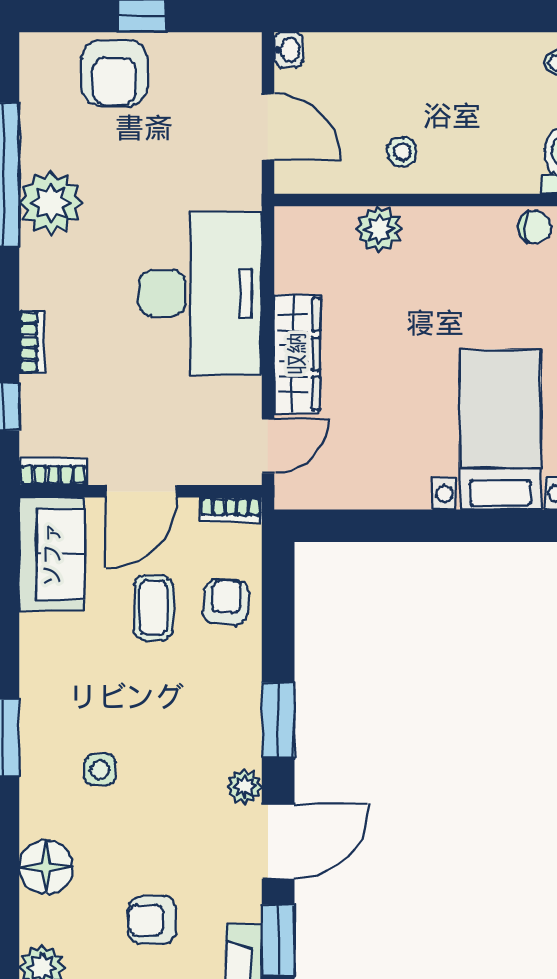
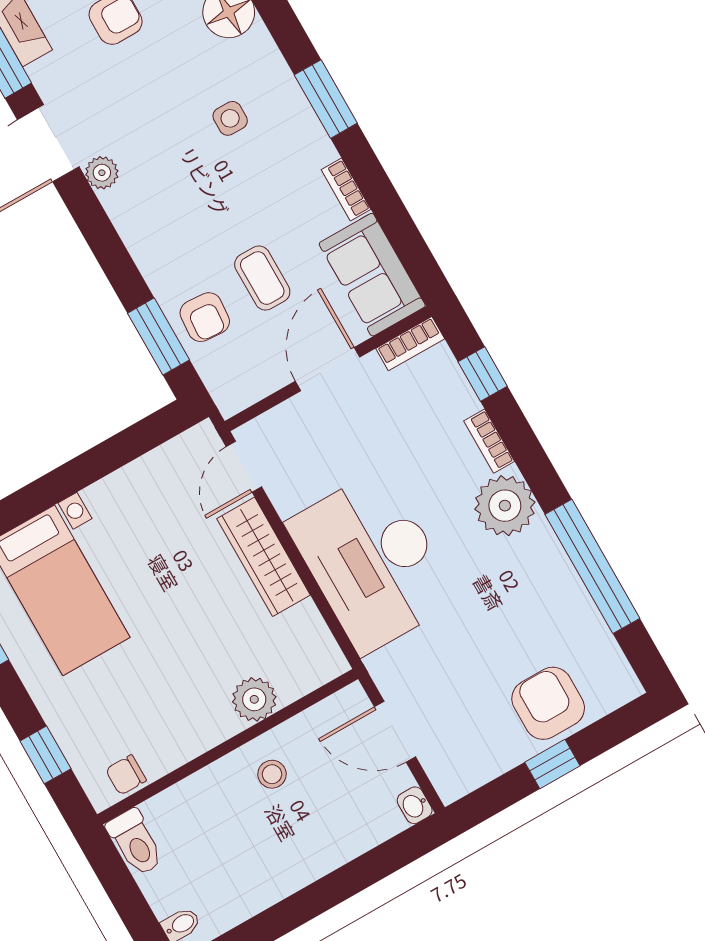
plant: (51, 203) -> (505, 506), moved
bookcase: (231, 510) -> (346, 190), moved, turned -90
window: (278, 720) -> (158, 336), moved

